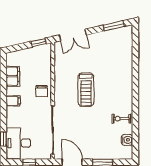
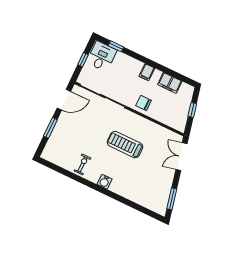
window: (39, 43) -> (192, 110), moved
water cooler: (127, 140) -> (104, 182), moved
desk: (18, 143) -> (102, 56), width x0.73

